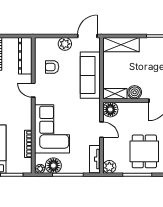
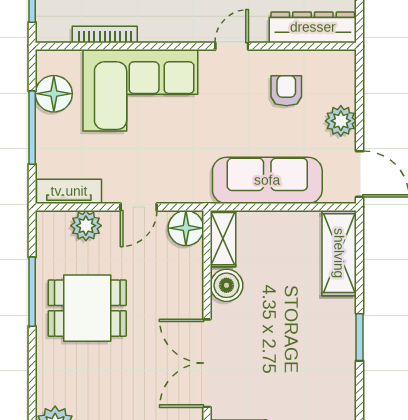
plant: (109, 167) -> (86, 226), moved
plant: (40, 169) -> (46, 62), removed

